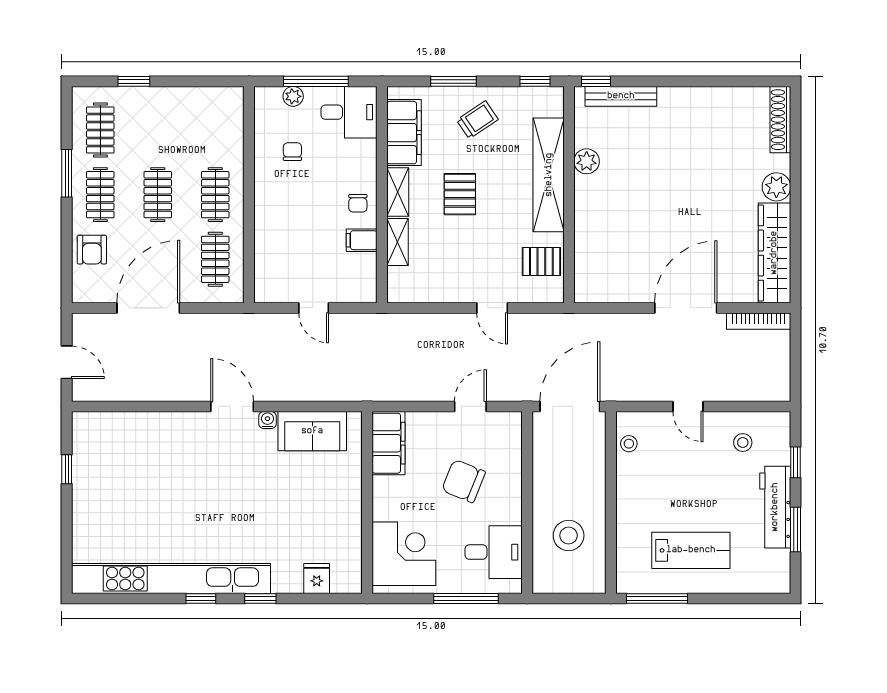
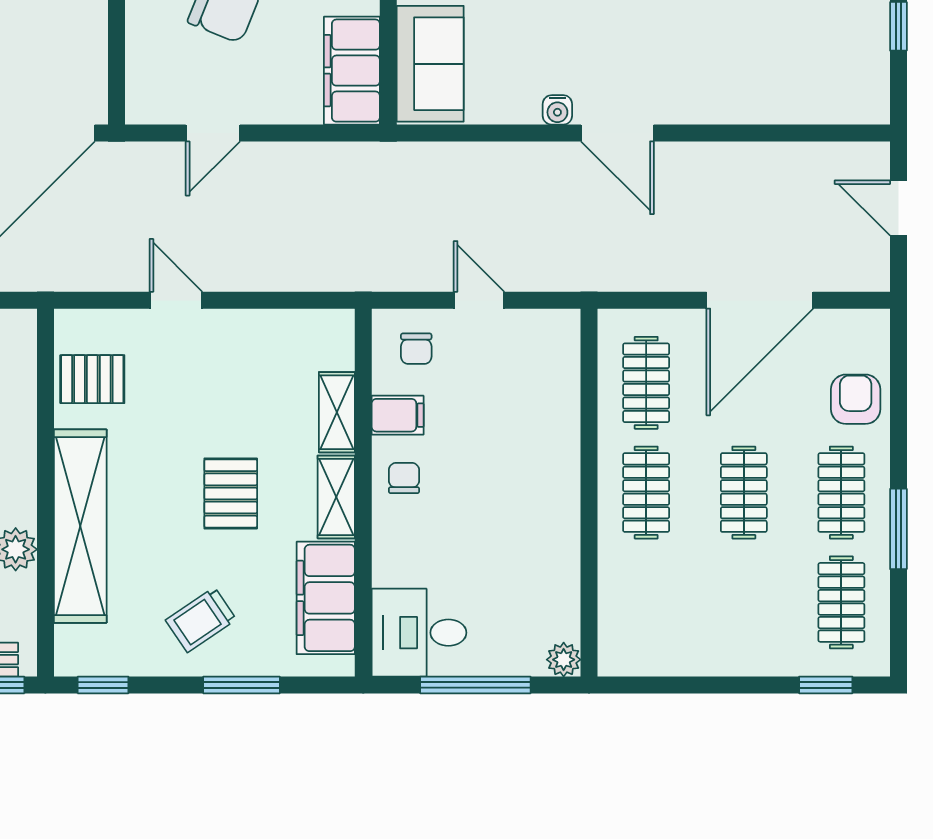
window: (134, 81) -> (826, 685), moved
plant: (293, 96) -> (564, 660), moved
chair: (292, 152) -> (416, 349), moved
sofa: (312, 431) -> (430, 64), moved, turned 90

